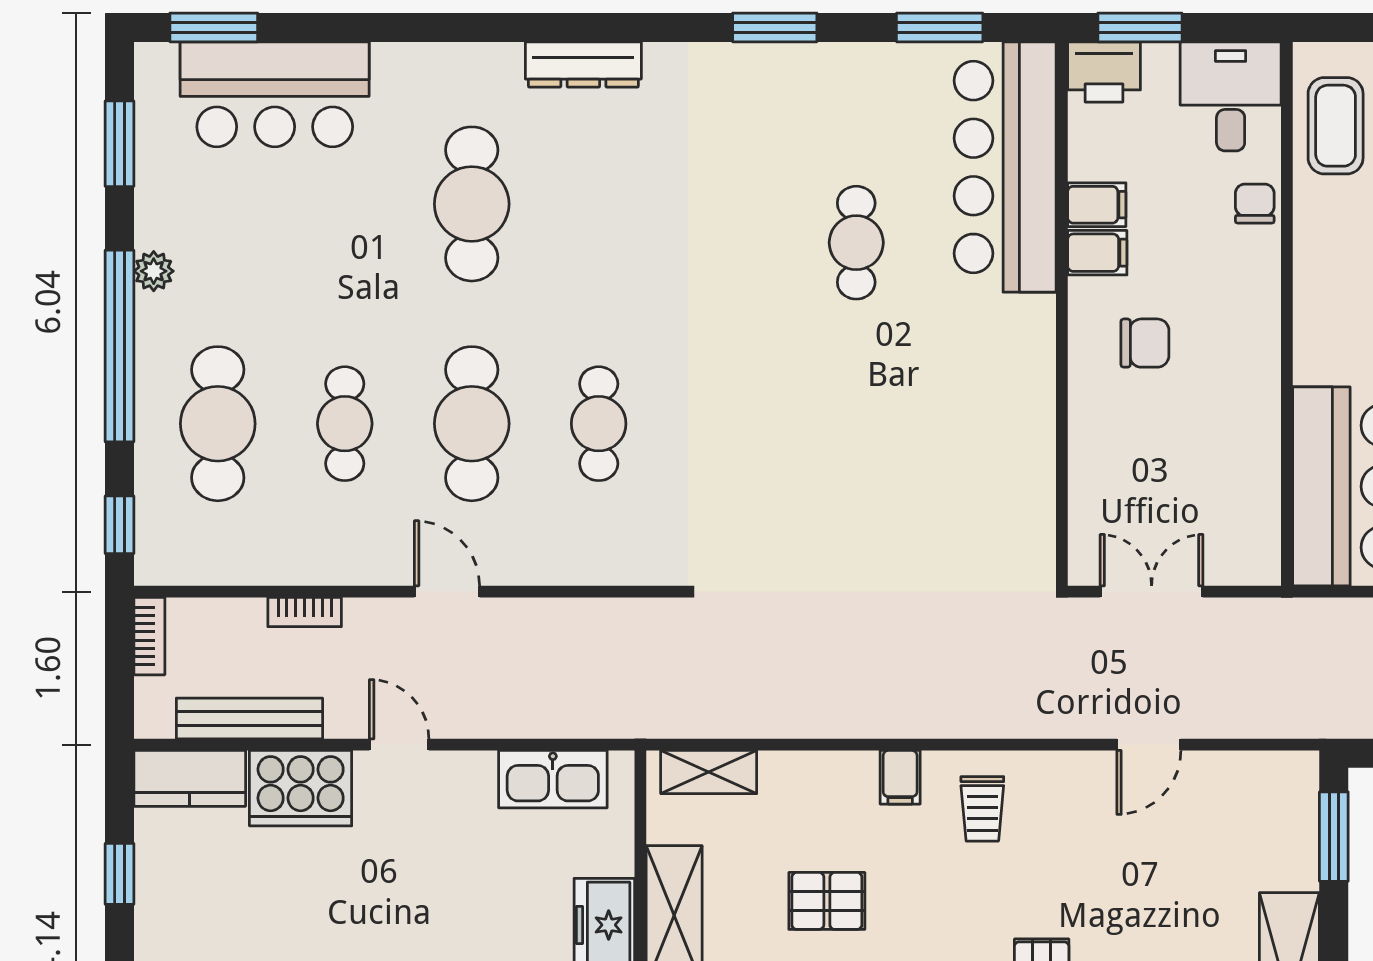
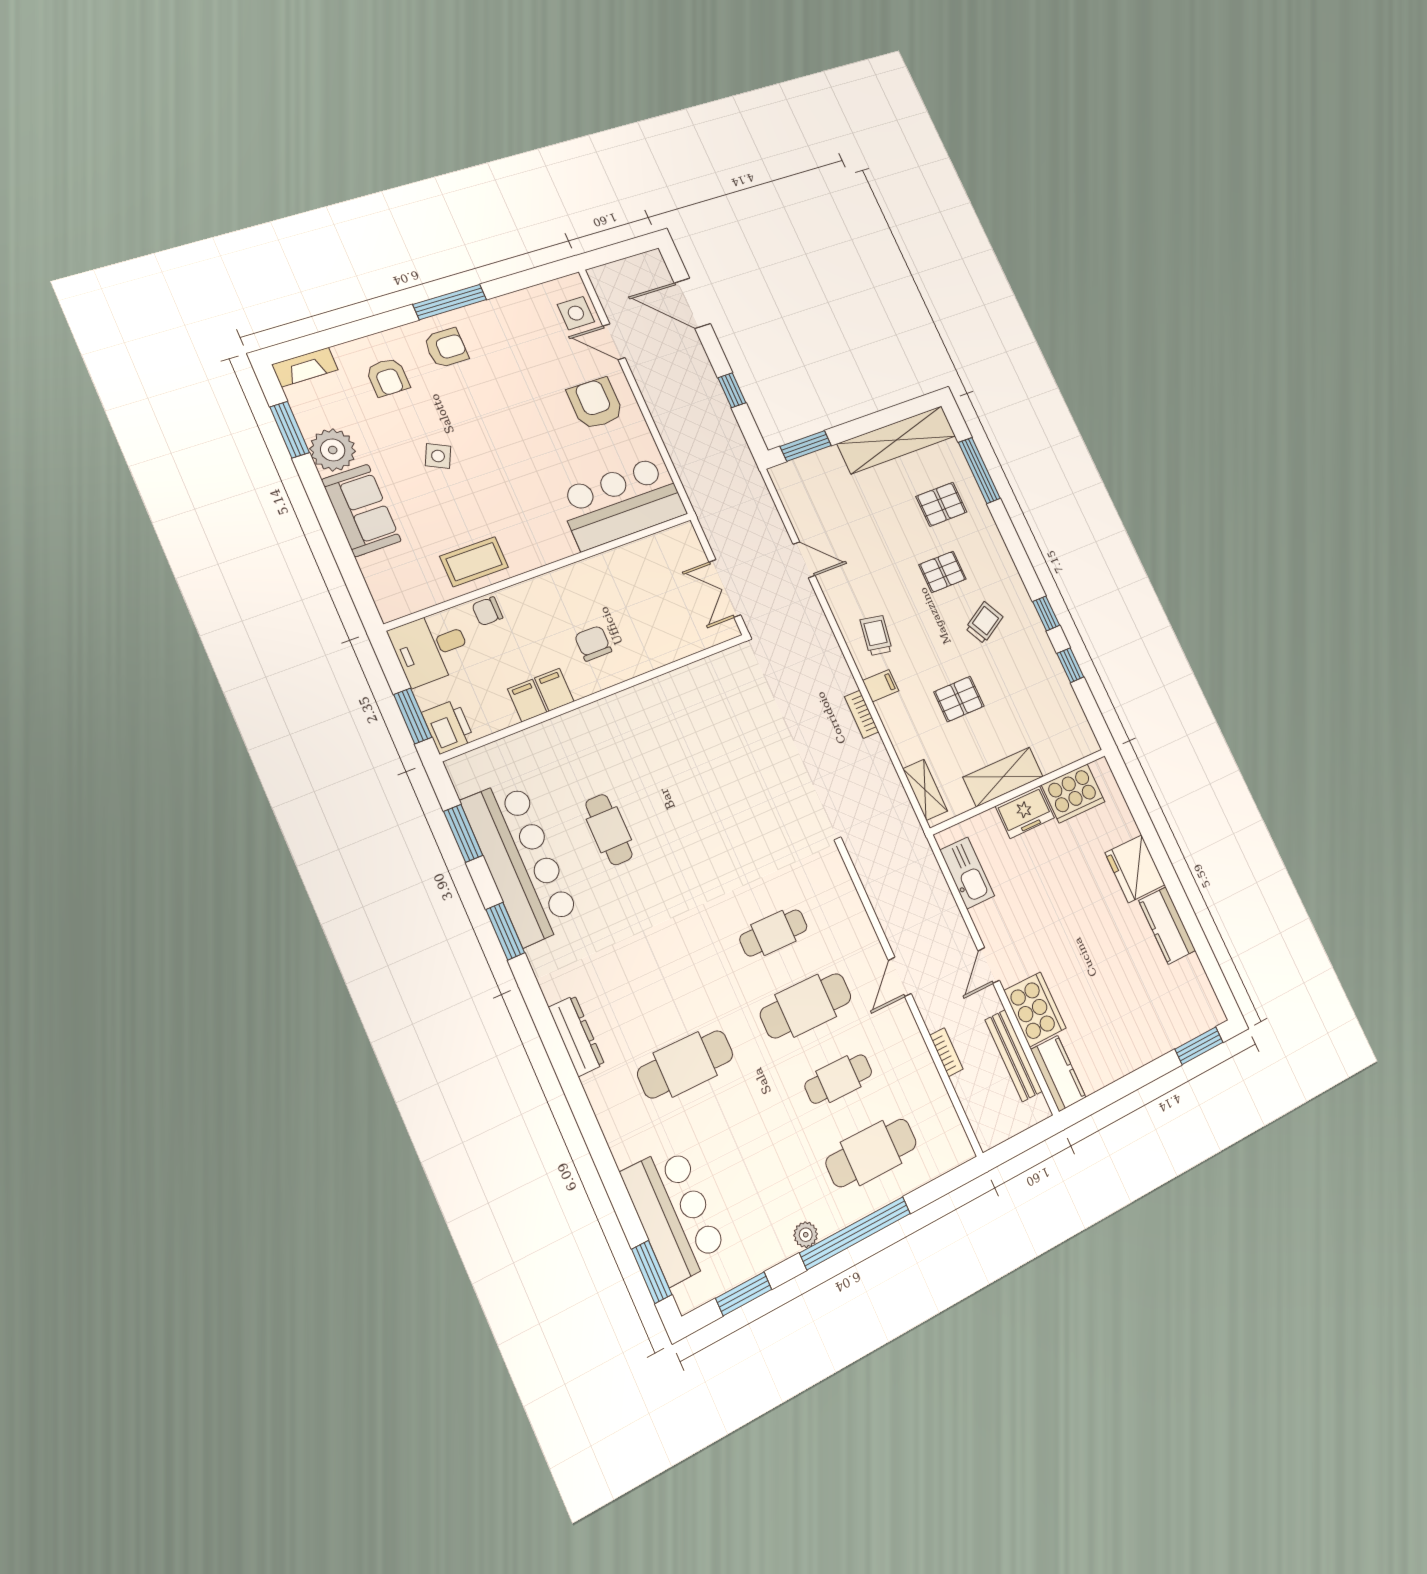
coffee table: (1336, 126) -> (474, 562), moved
bar counter: (1005, 167) -> (521, 861), moved, turned -90
cafe table: (856, 243) -> (609, 830), turned 90
window: (119, 525) -> (949, 1182), removed
bookcase: (149, 636) -> (862, 714), moved, turned -90
trolley: (982, 809) -> (876, 635), turned -80
window: (119, 874) -> (1122, 1088), removed
pallet: (827, 901) -> (959, 699), turned 90

